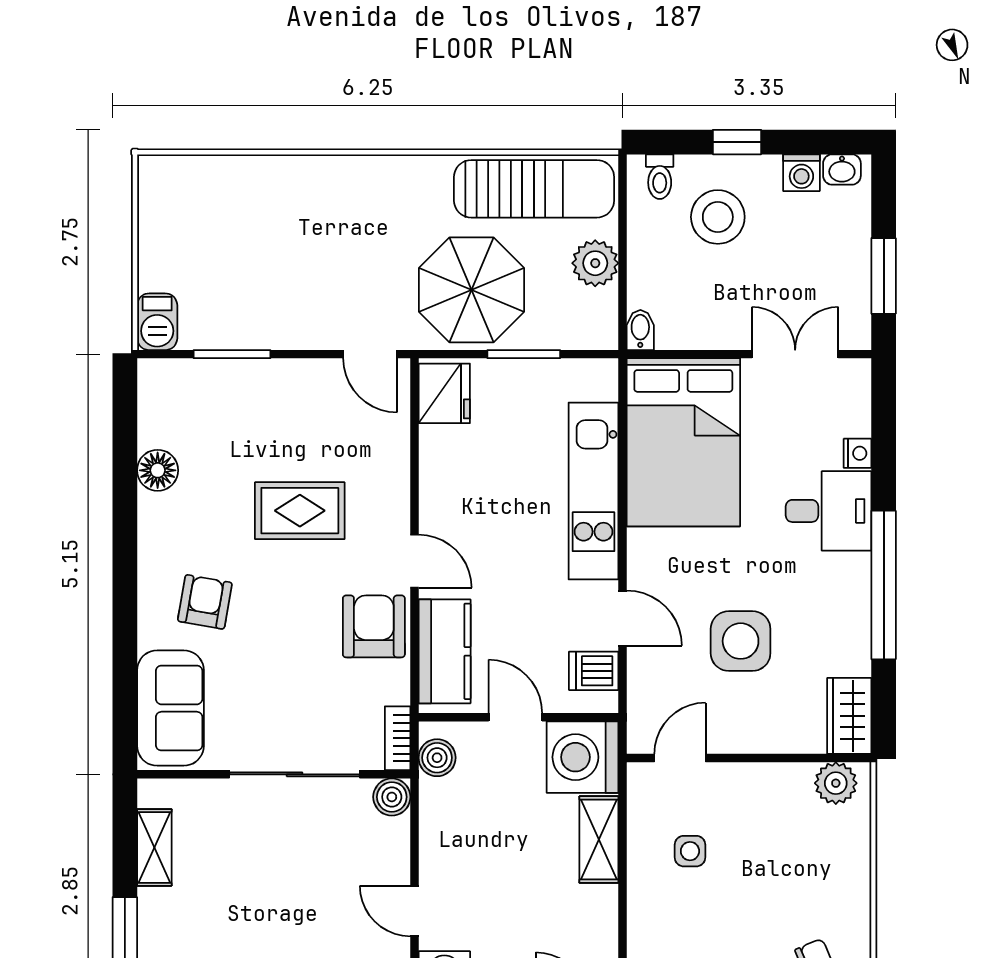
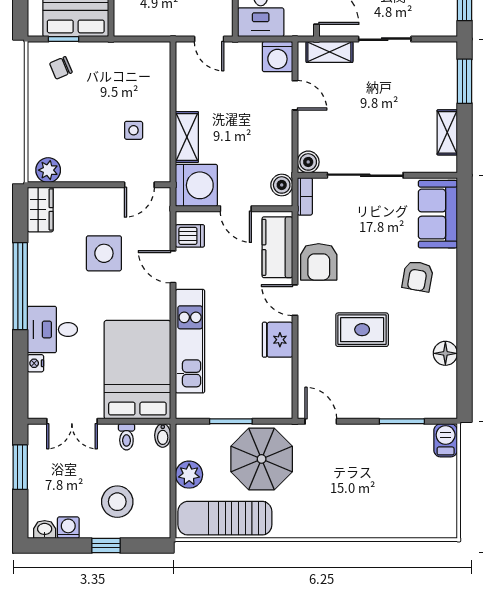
toilet: (660, 177) -> (126, 437), moved, turned 180
fridge: (444, 393) -> (277, 340), moved

